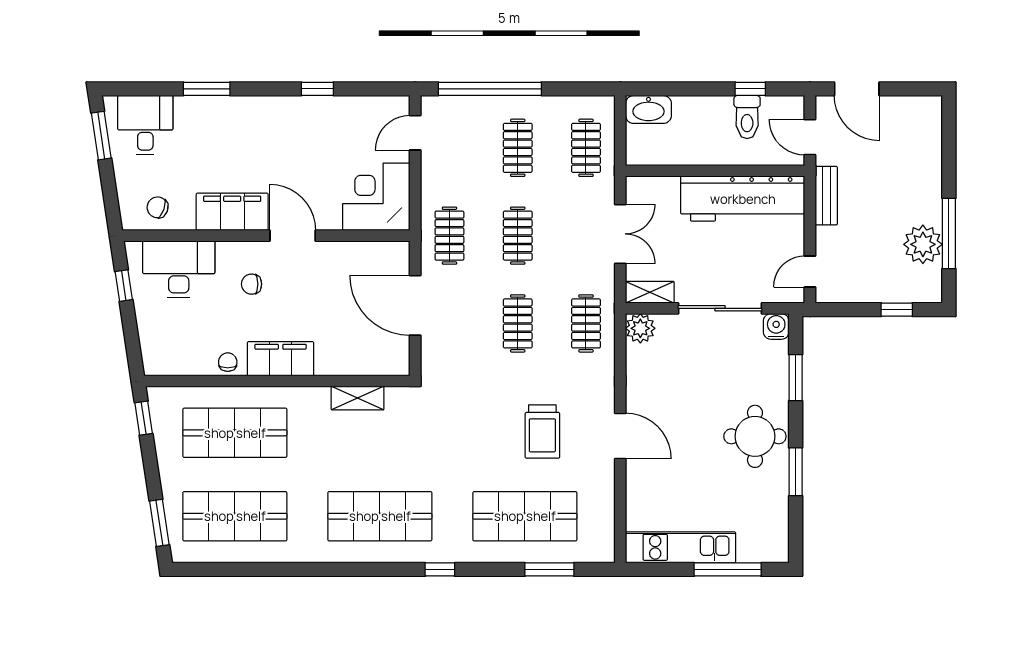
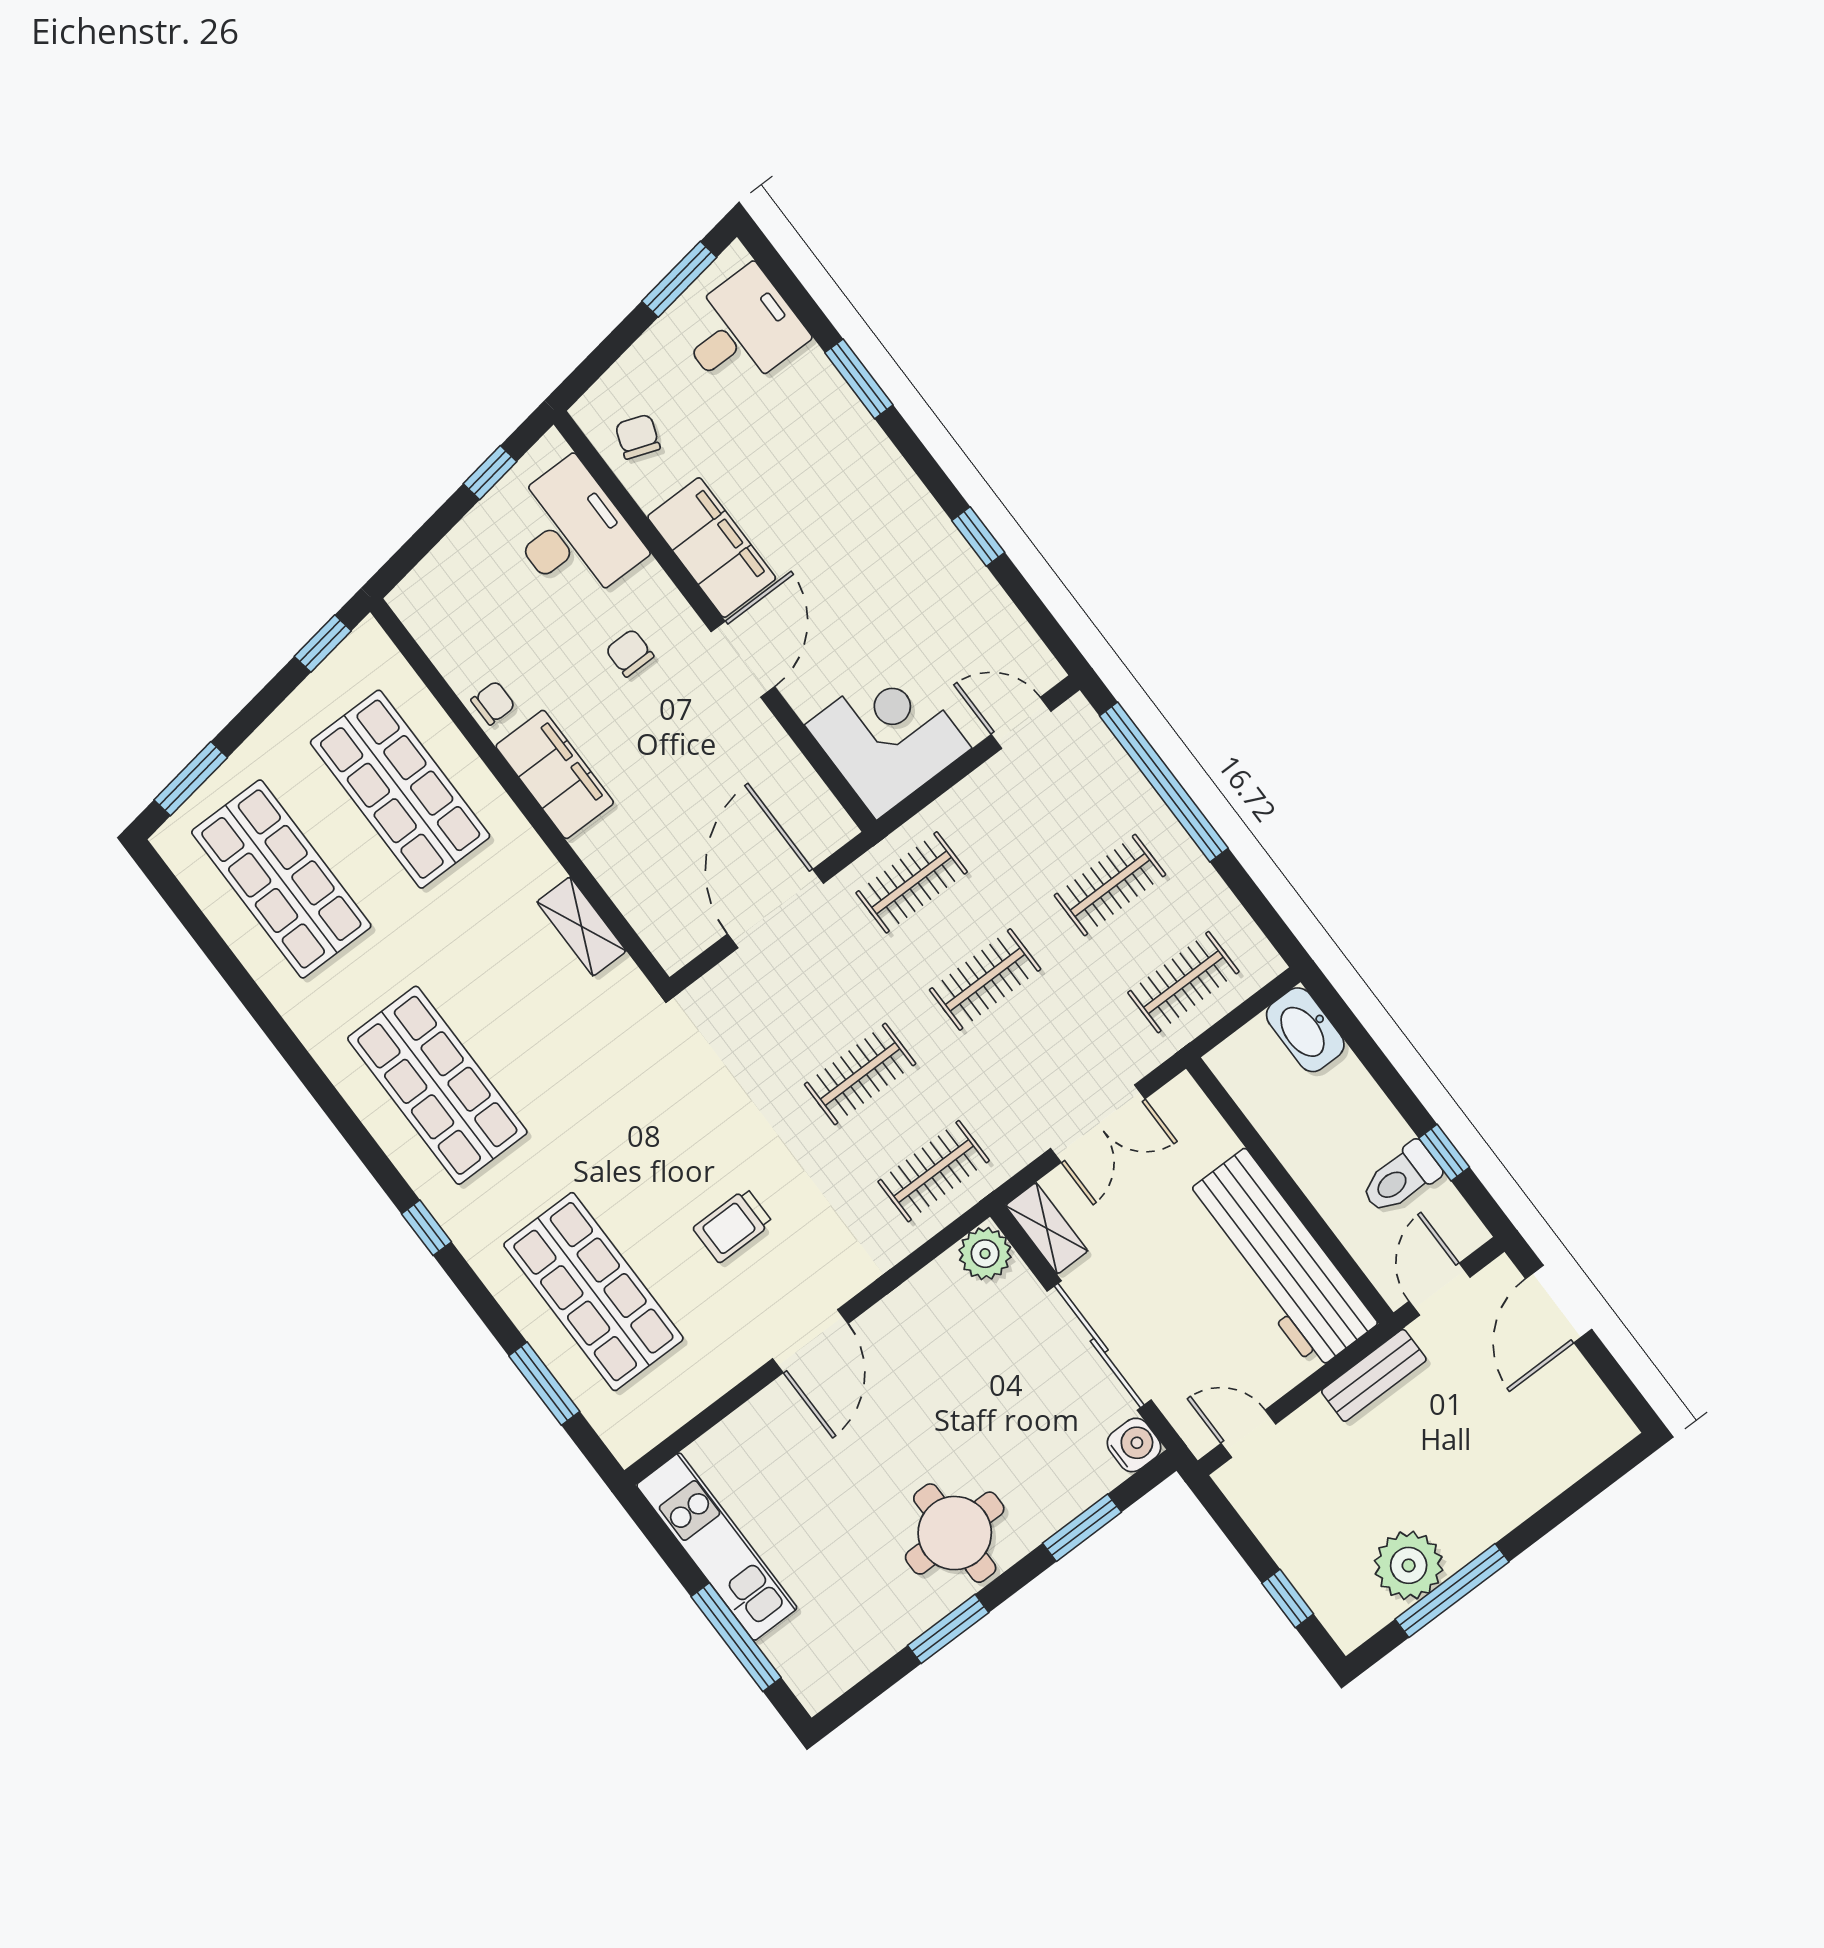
trolley: (542, 432) -> (733, 1225), width x0.73, depth x0.72

